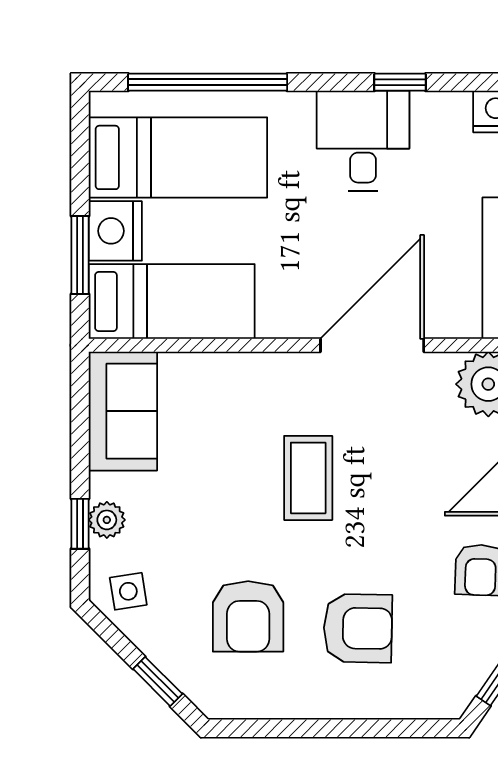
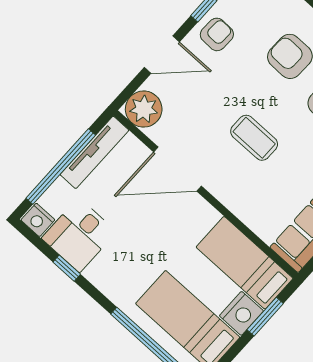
desk: (363, 141) -> (79, 235), moved
coffee table: (308, 478) -> (254, 138), turned 90

